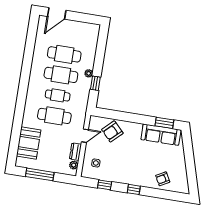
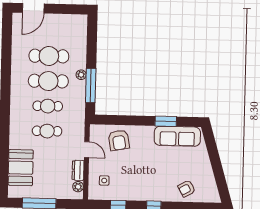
window: (95, 83) -> (91, 85), width x2.17
cafe table: (54, 116) -> (47, 131), width x0.73, depth x0.74
window: (164, 123) -> (166, 121), moved
armchair: (112, 131) -> (119, 140), turned -56
door: (85, 136) -> (87, 150), hinge flipped

